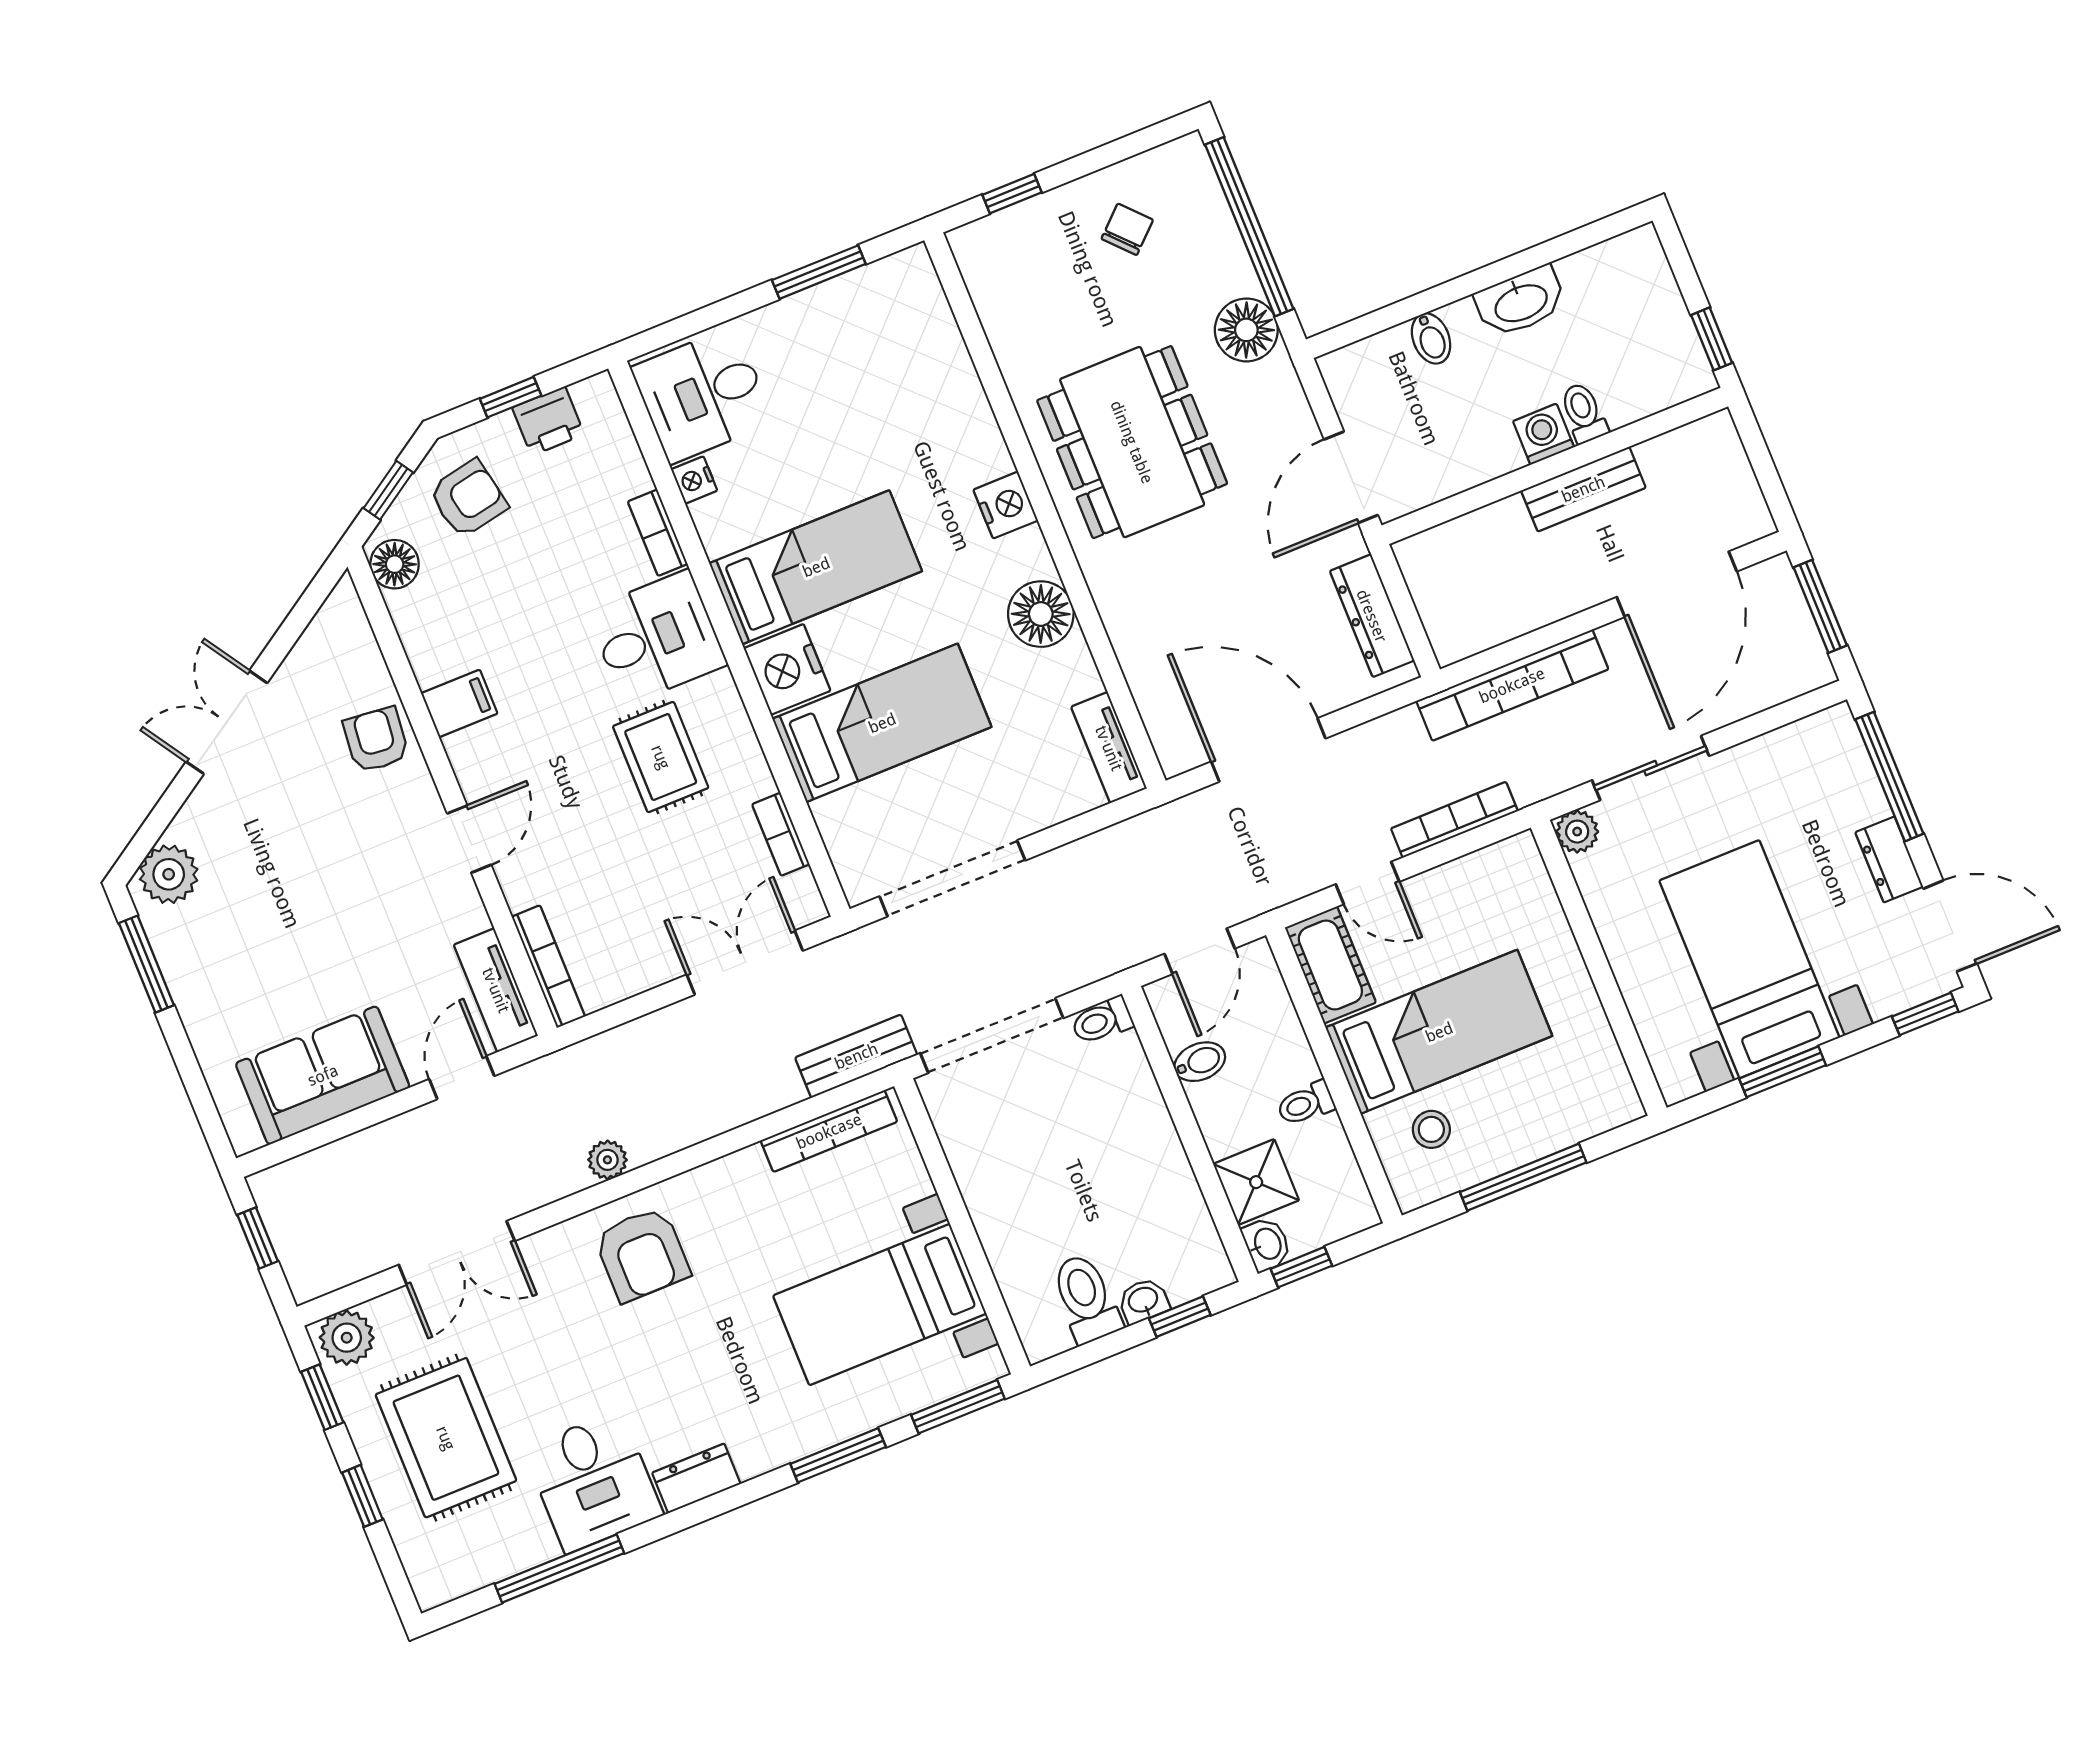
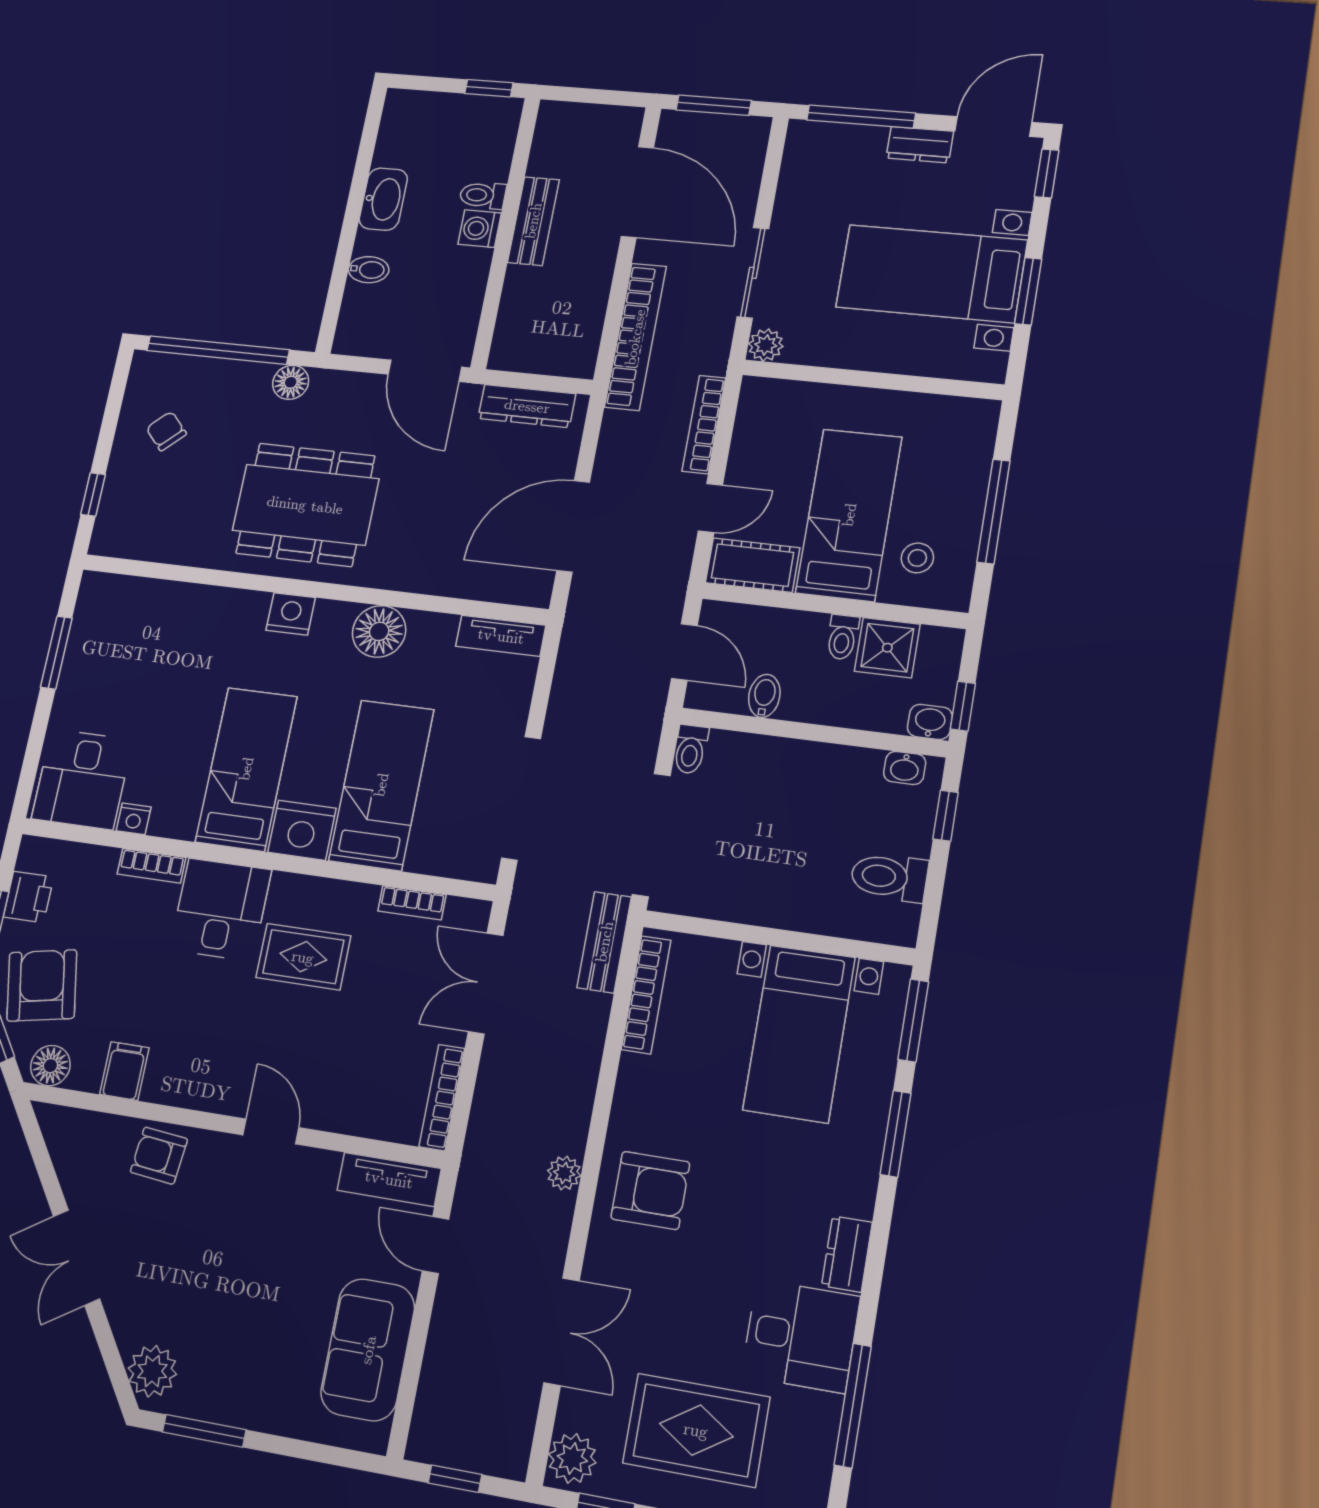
floor lamp: (1246, 330) -> (291, 382), width x0.73, depth x0.73
armchair: (468, 499) -> (42, 985), width x1.38, depth x1.38
filing cabinet: (459, 703) -> (124, 1071), moved
bookcase: (548, 967) -> (442, 1098), moved, turned -90
shower: (1256, 1182) -> (887, 648), moved
washbasin: (1143, 1301) -> (905, 768), moved, turned -90

